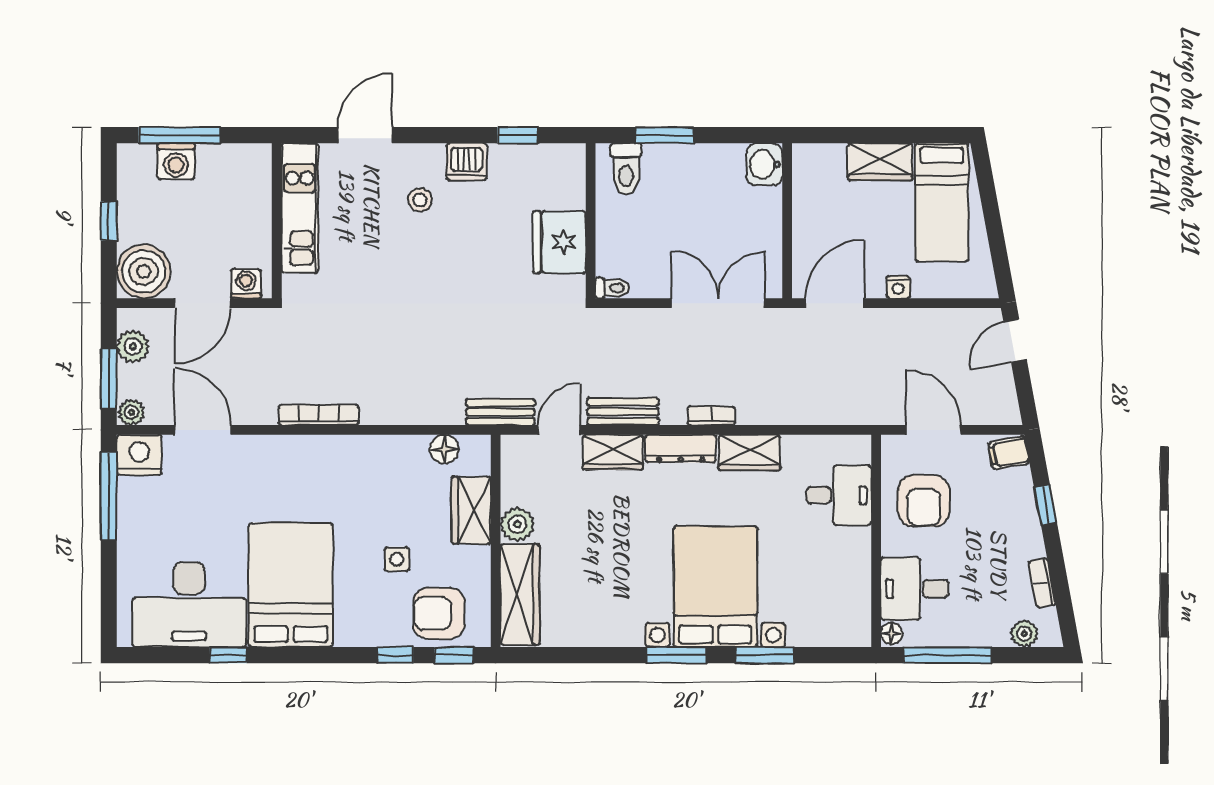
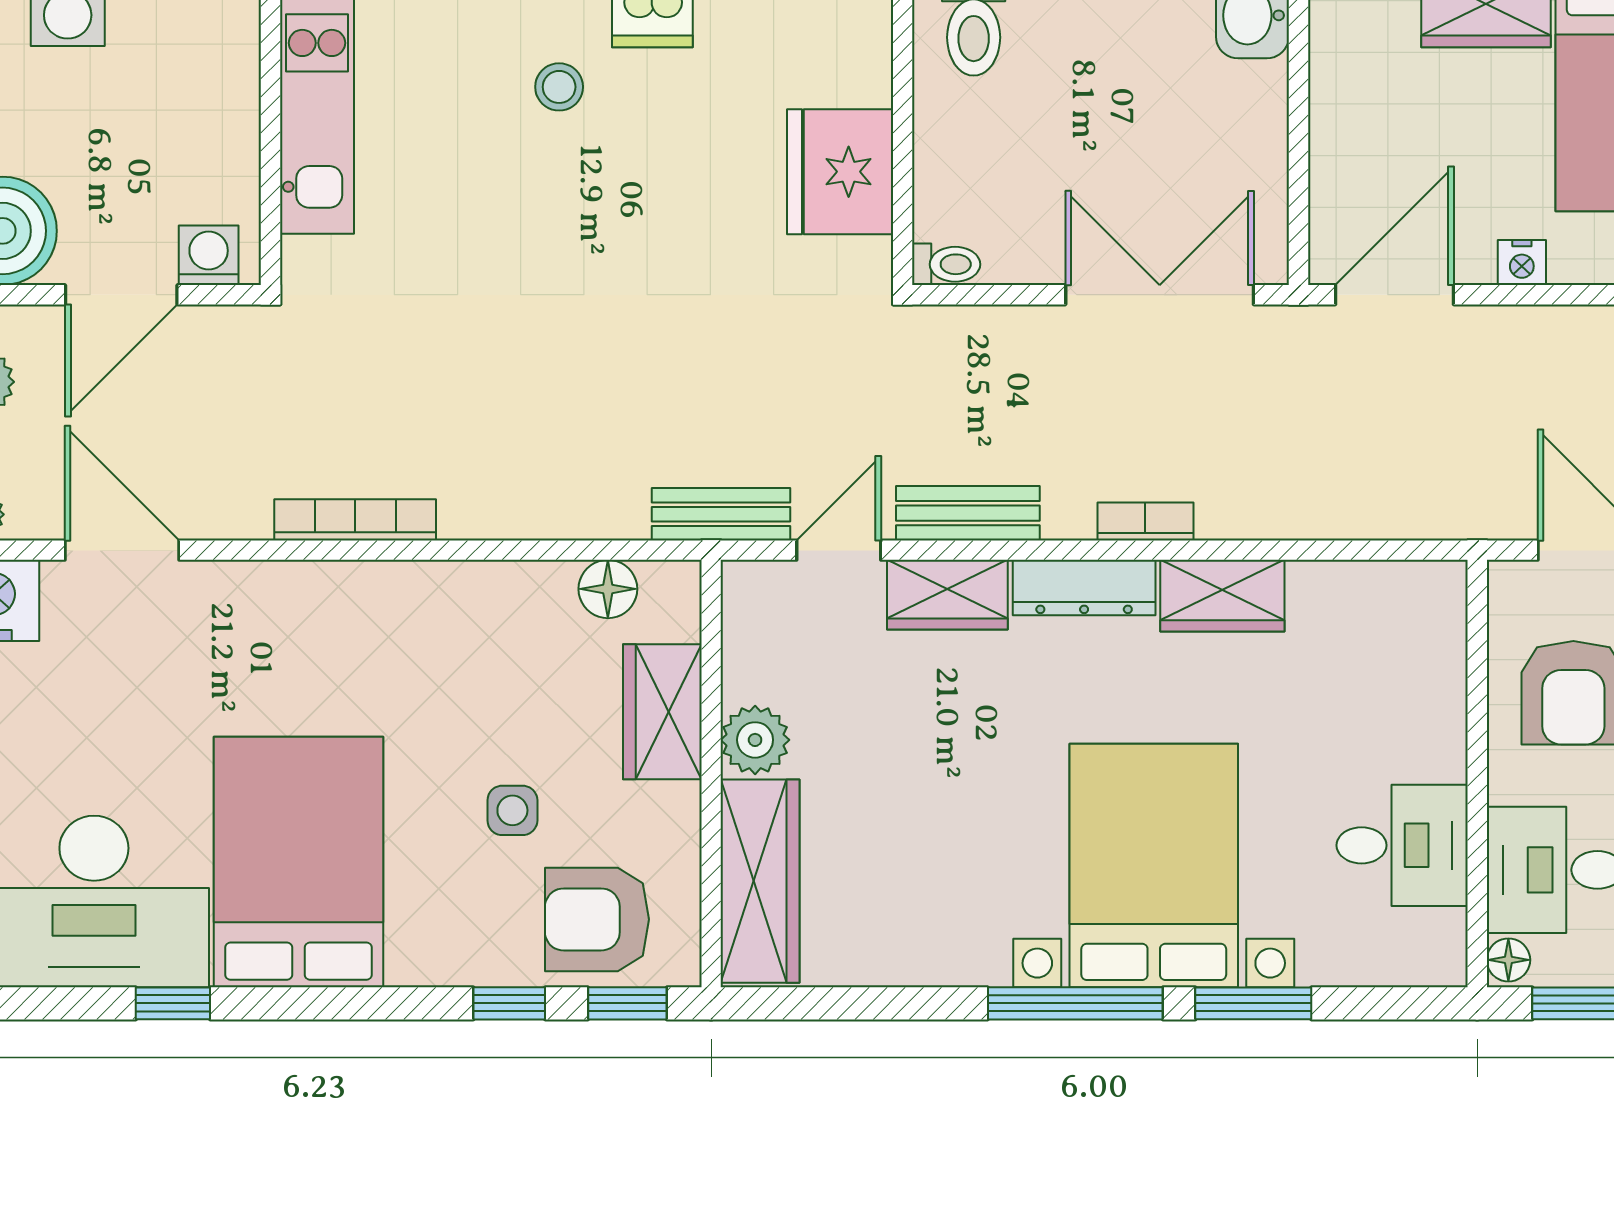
desk: (839, 495) -> (1402, 845), moved
window: (676, 655) -> (1075, 1003), width x1.44

